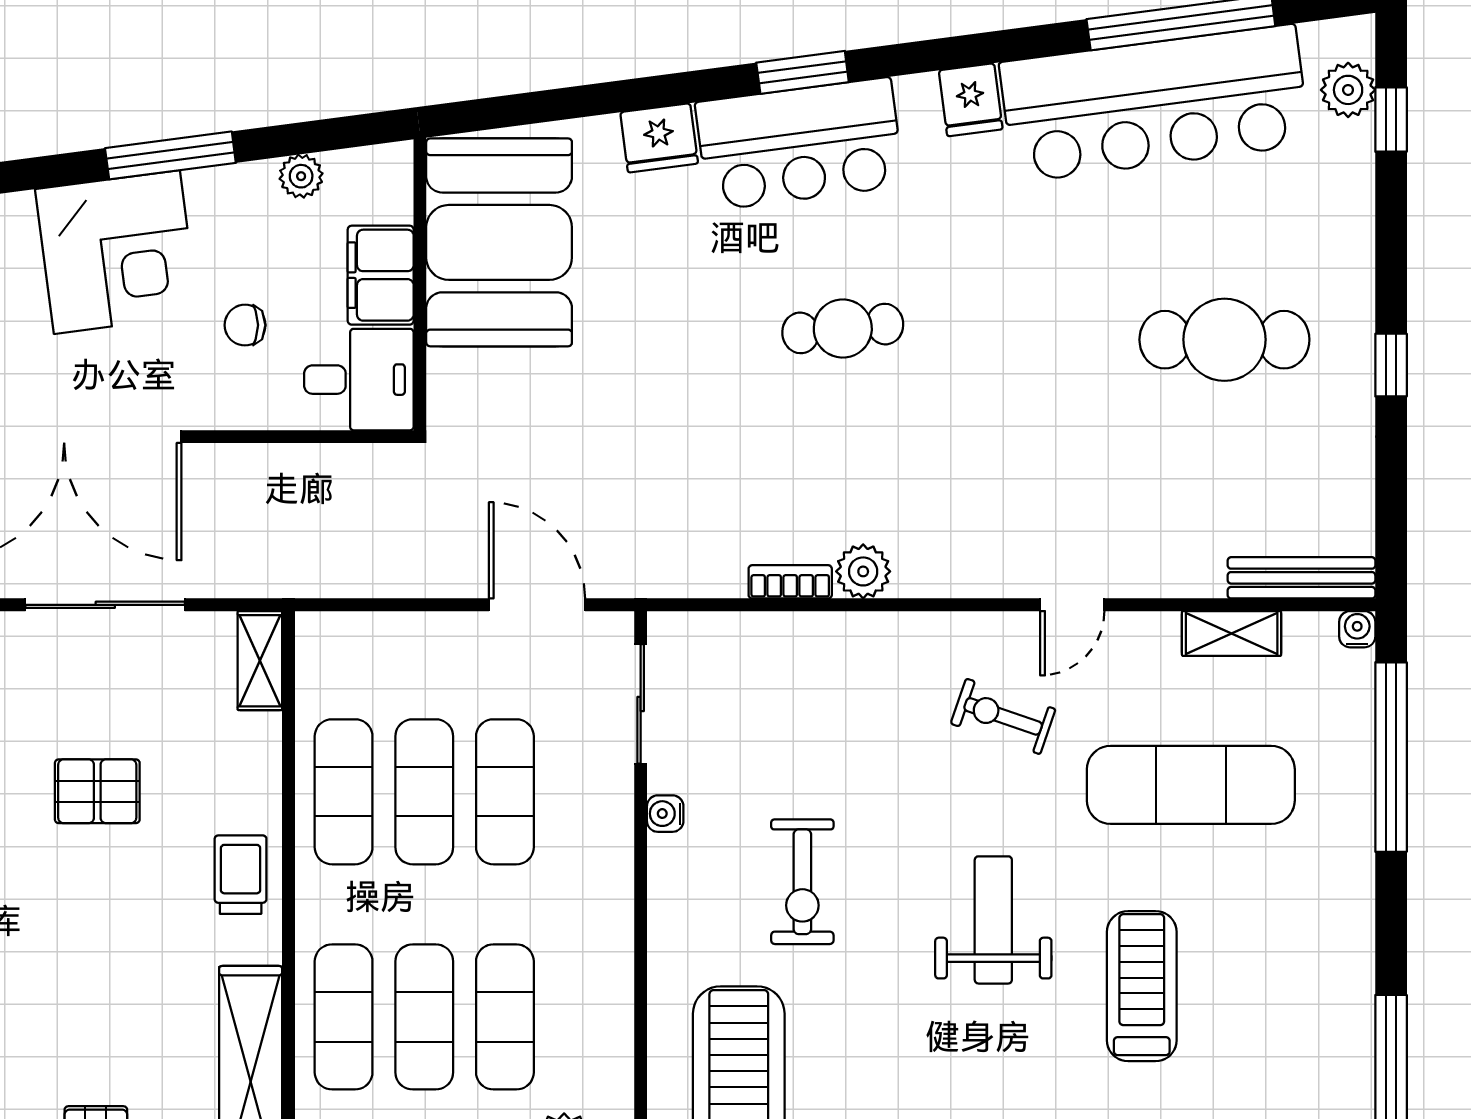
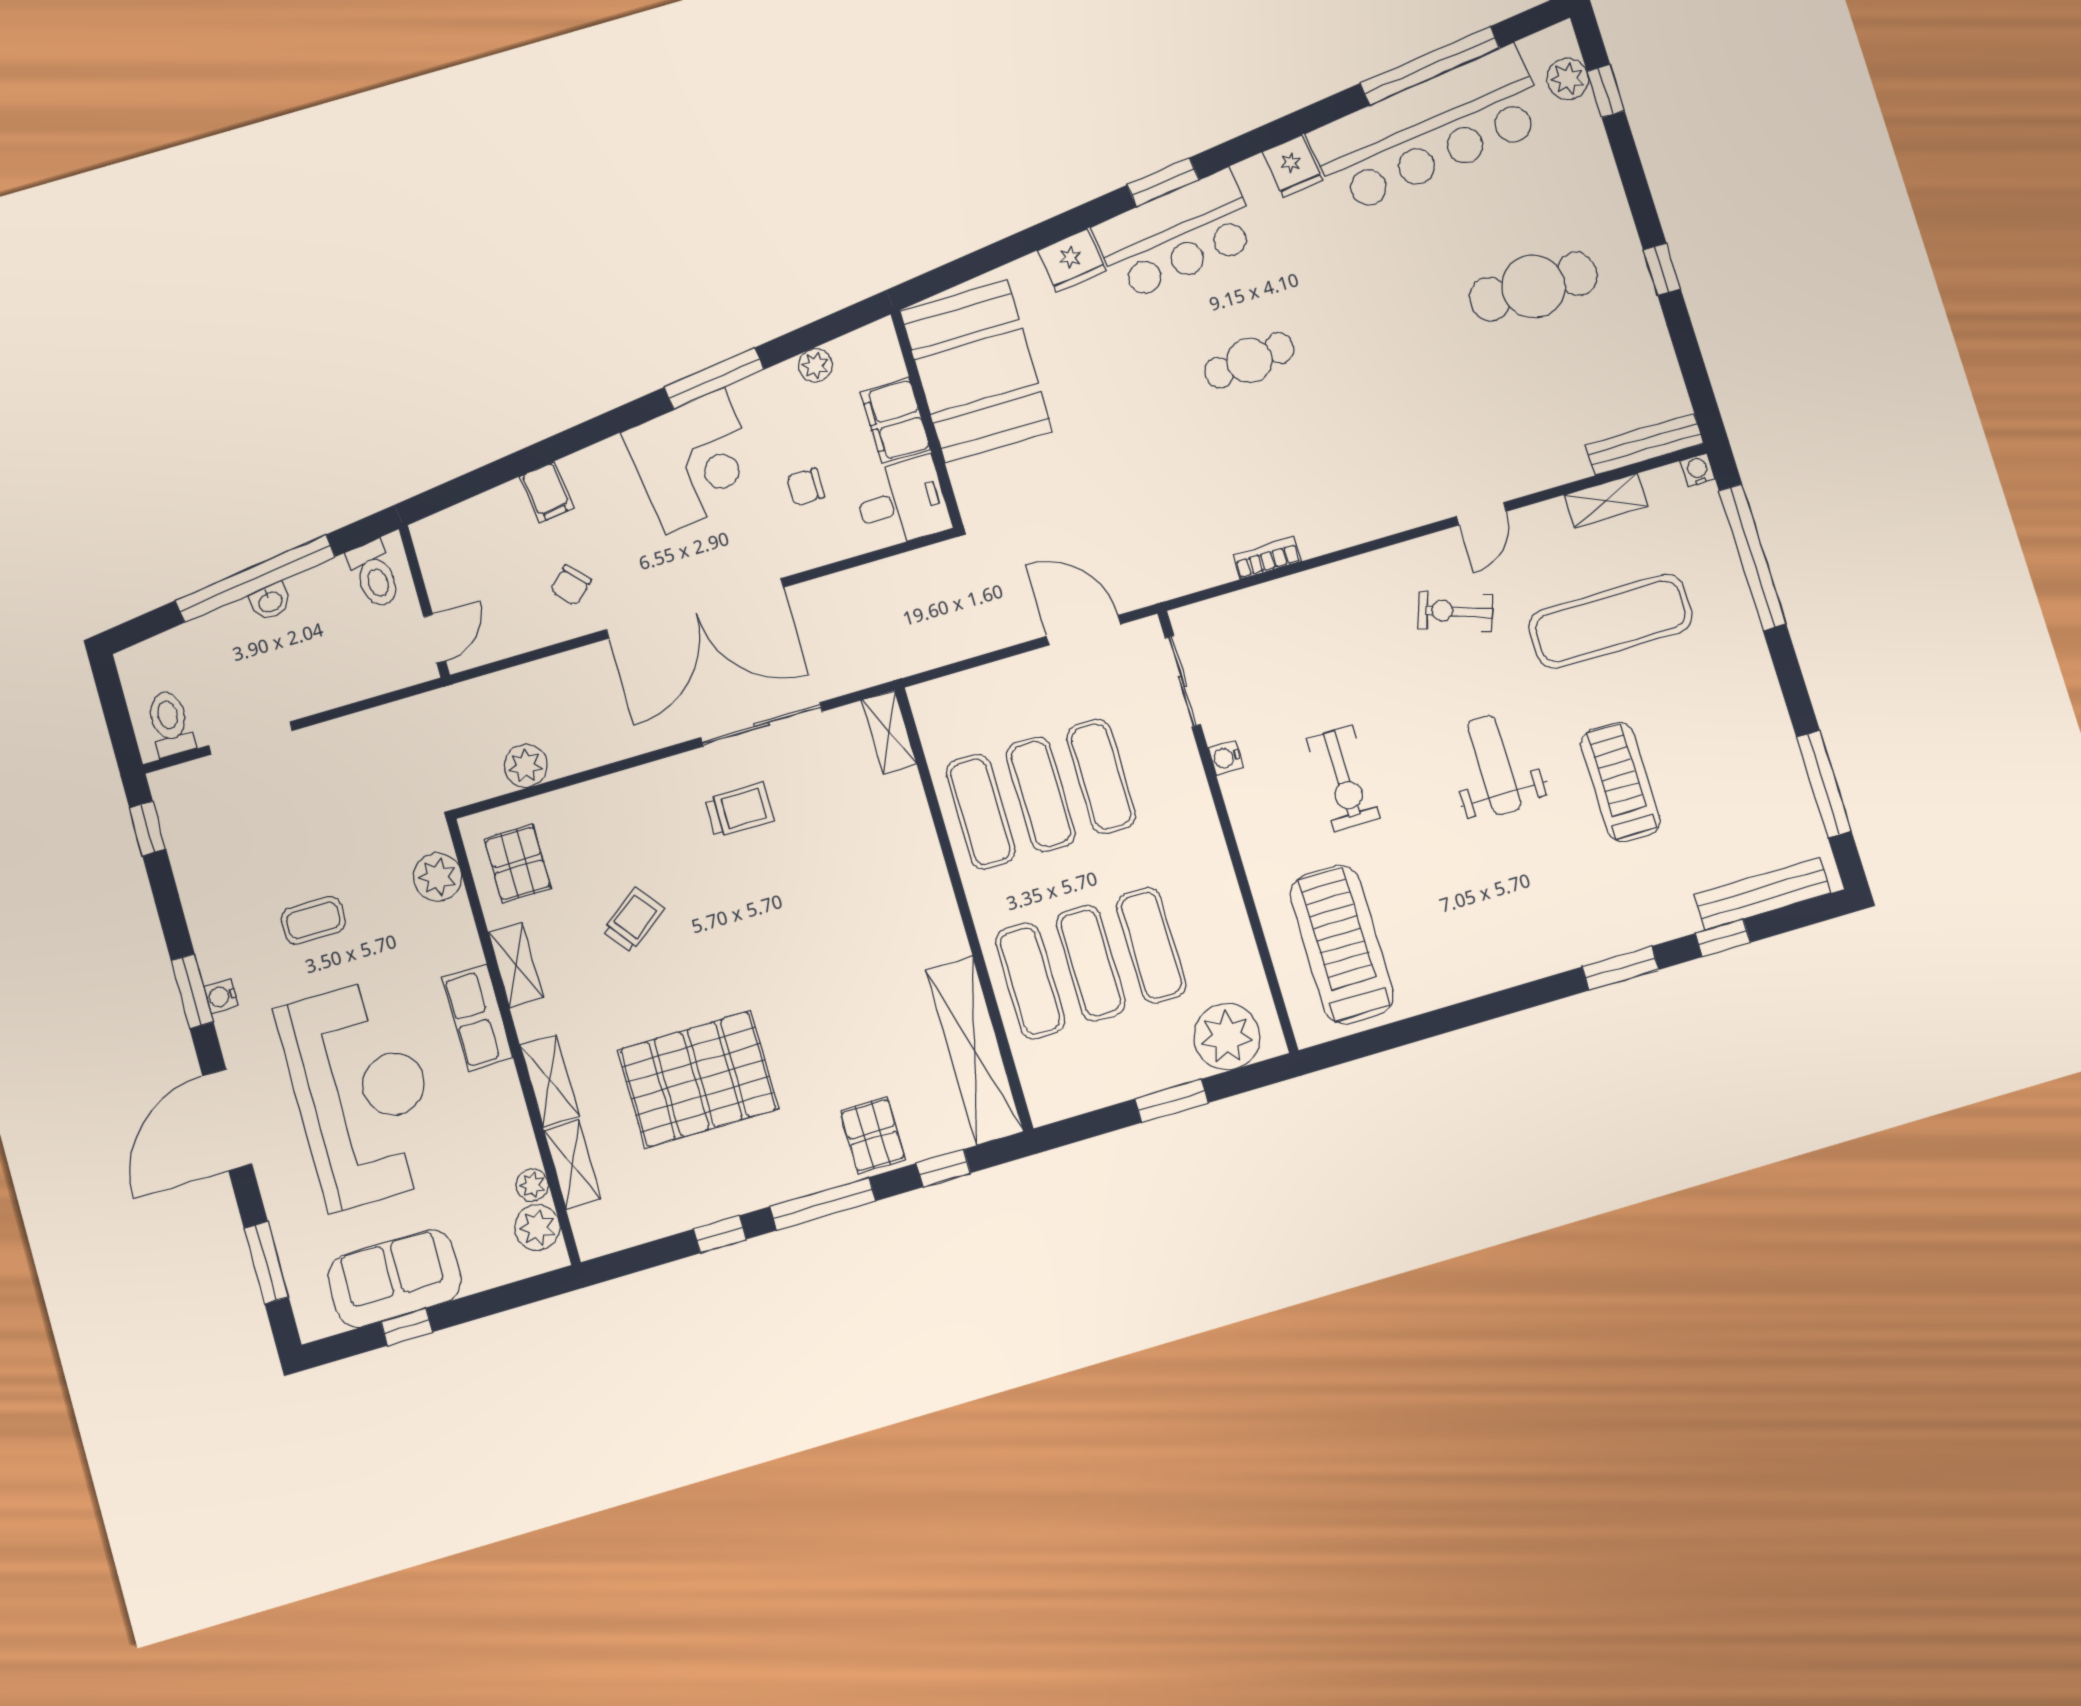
plant: (863, 571) -> (1319, 535), removed
pallet: (97, 791) -> (796, 865), removed
trolley: (241, 875) -> (739, 810), moved, turned 90

